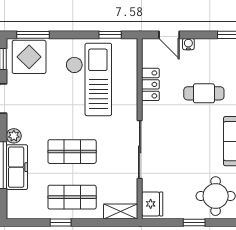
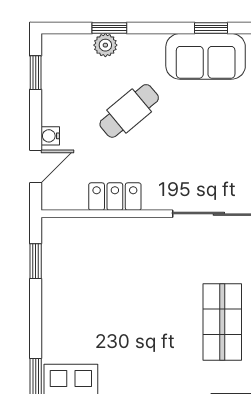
checkout: (89, 79) -> (107, 295), removed
cafe table: (204, 93) -> (129, 111), turned 50

